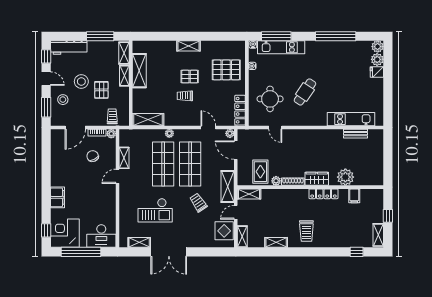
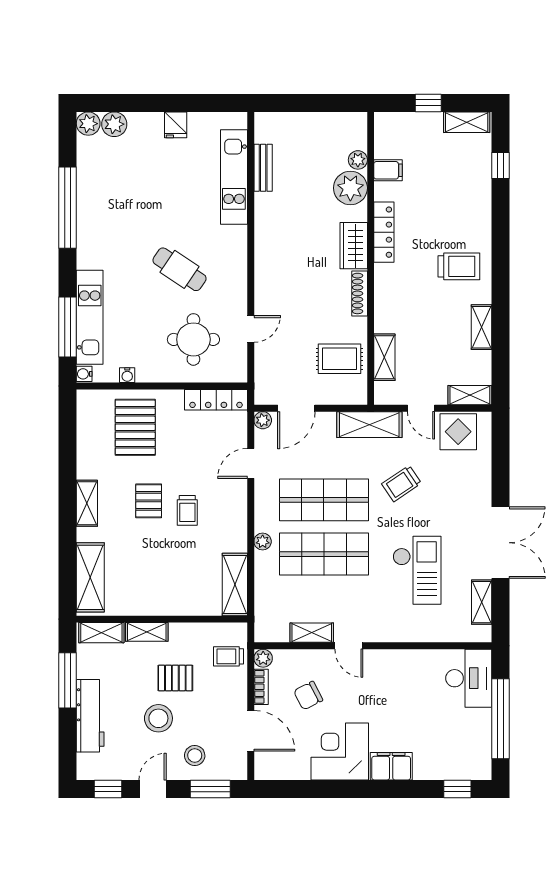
workbench: (69, 47) -> (90, 716), moved
shelving: (139, 71) -> (90, 577), moved, turned 90
fridge: (377, 72) -> (176, 125), moved
plant: (276, 181) -> (358, 160), moved
shelving: (249, 194) -> (384, 357), moved
corner desk: (65, 233) -> (340, 751), moved, turned 90

